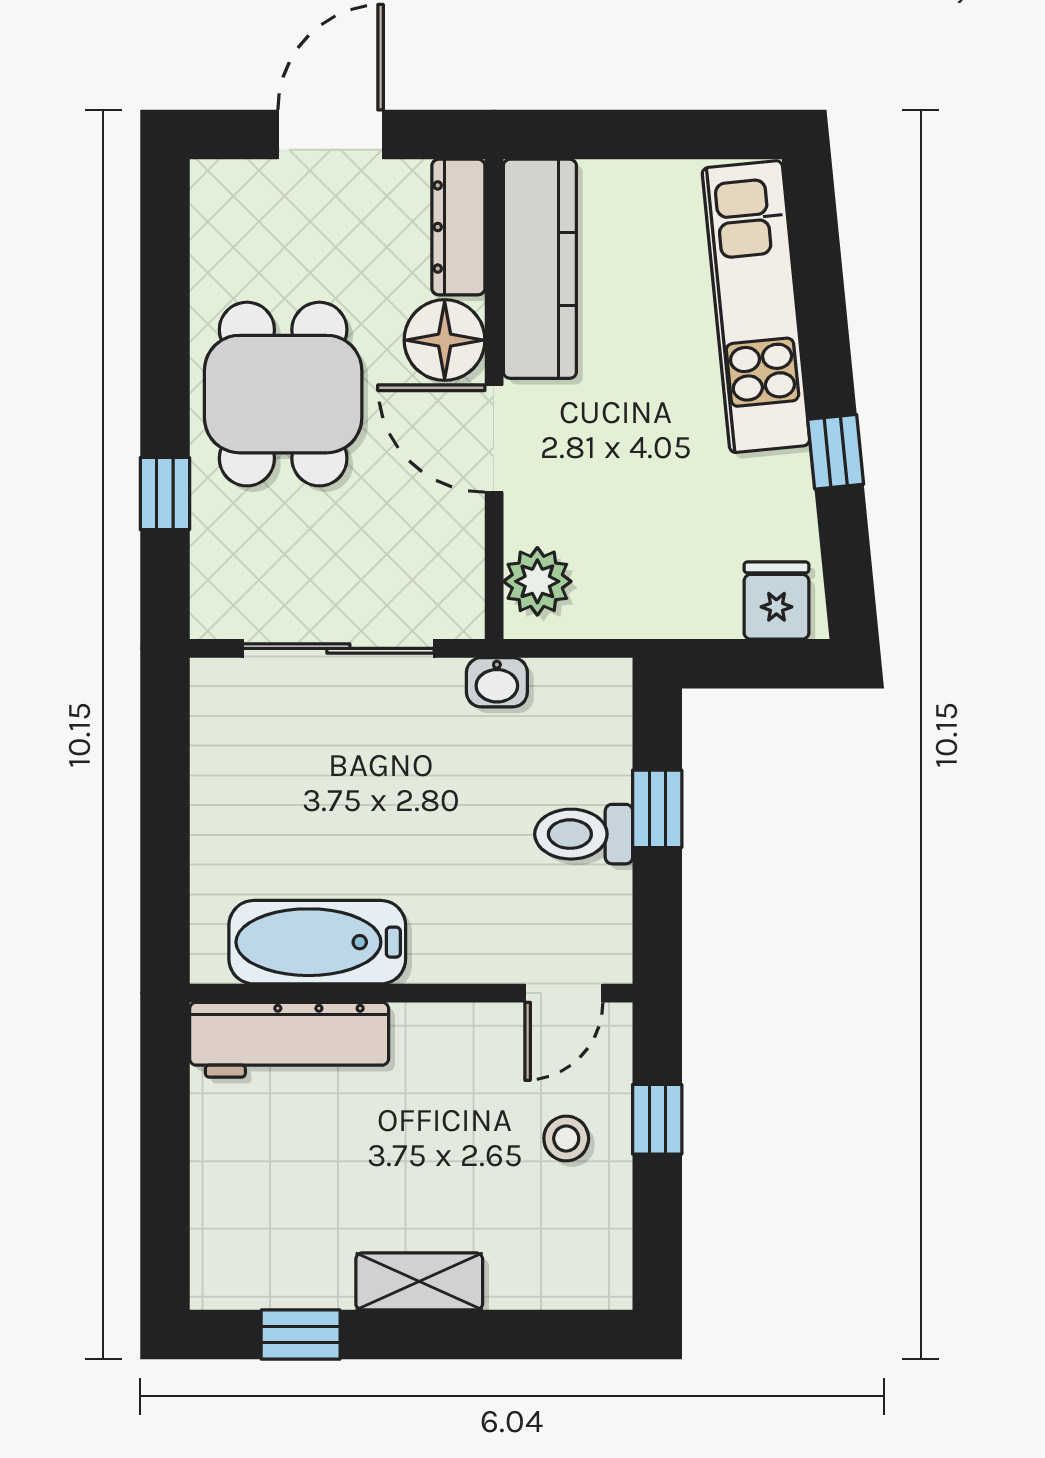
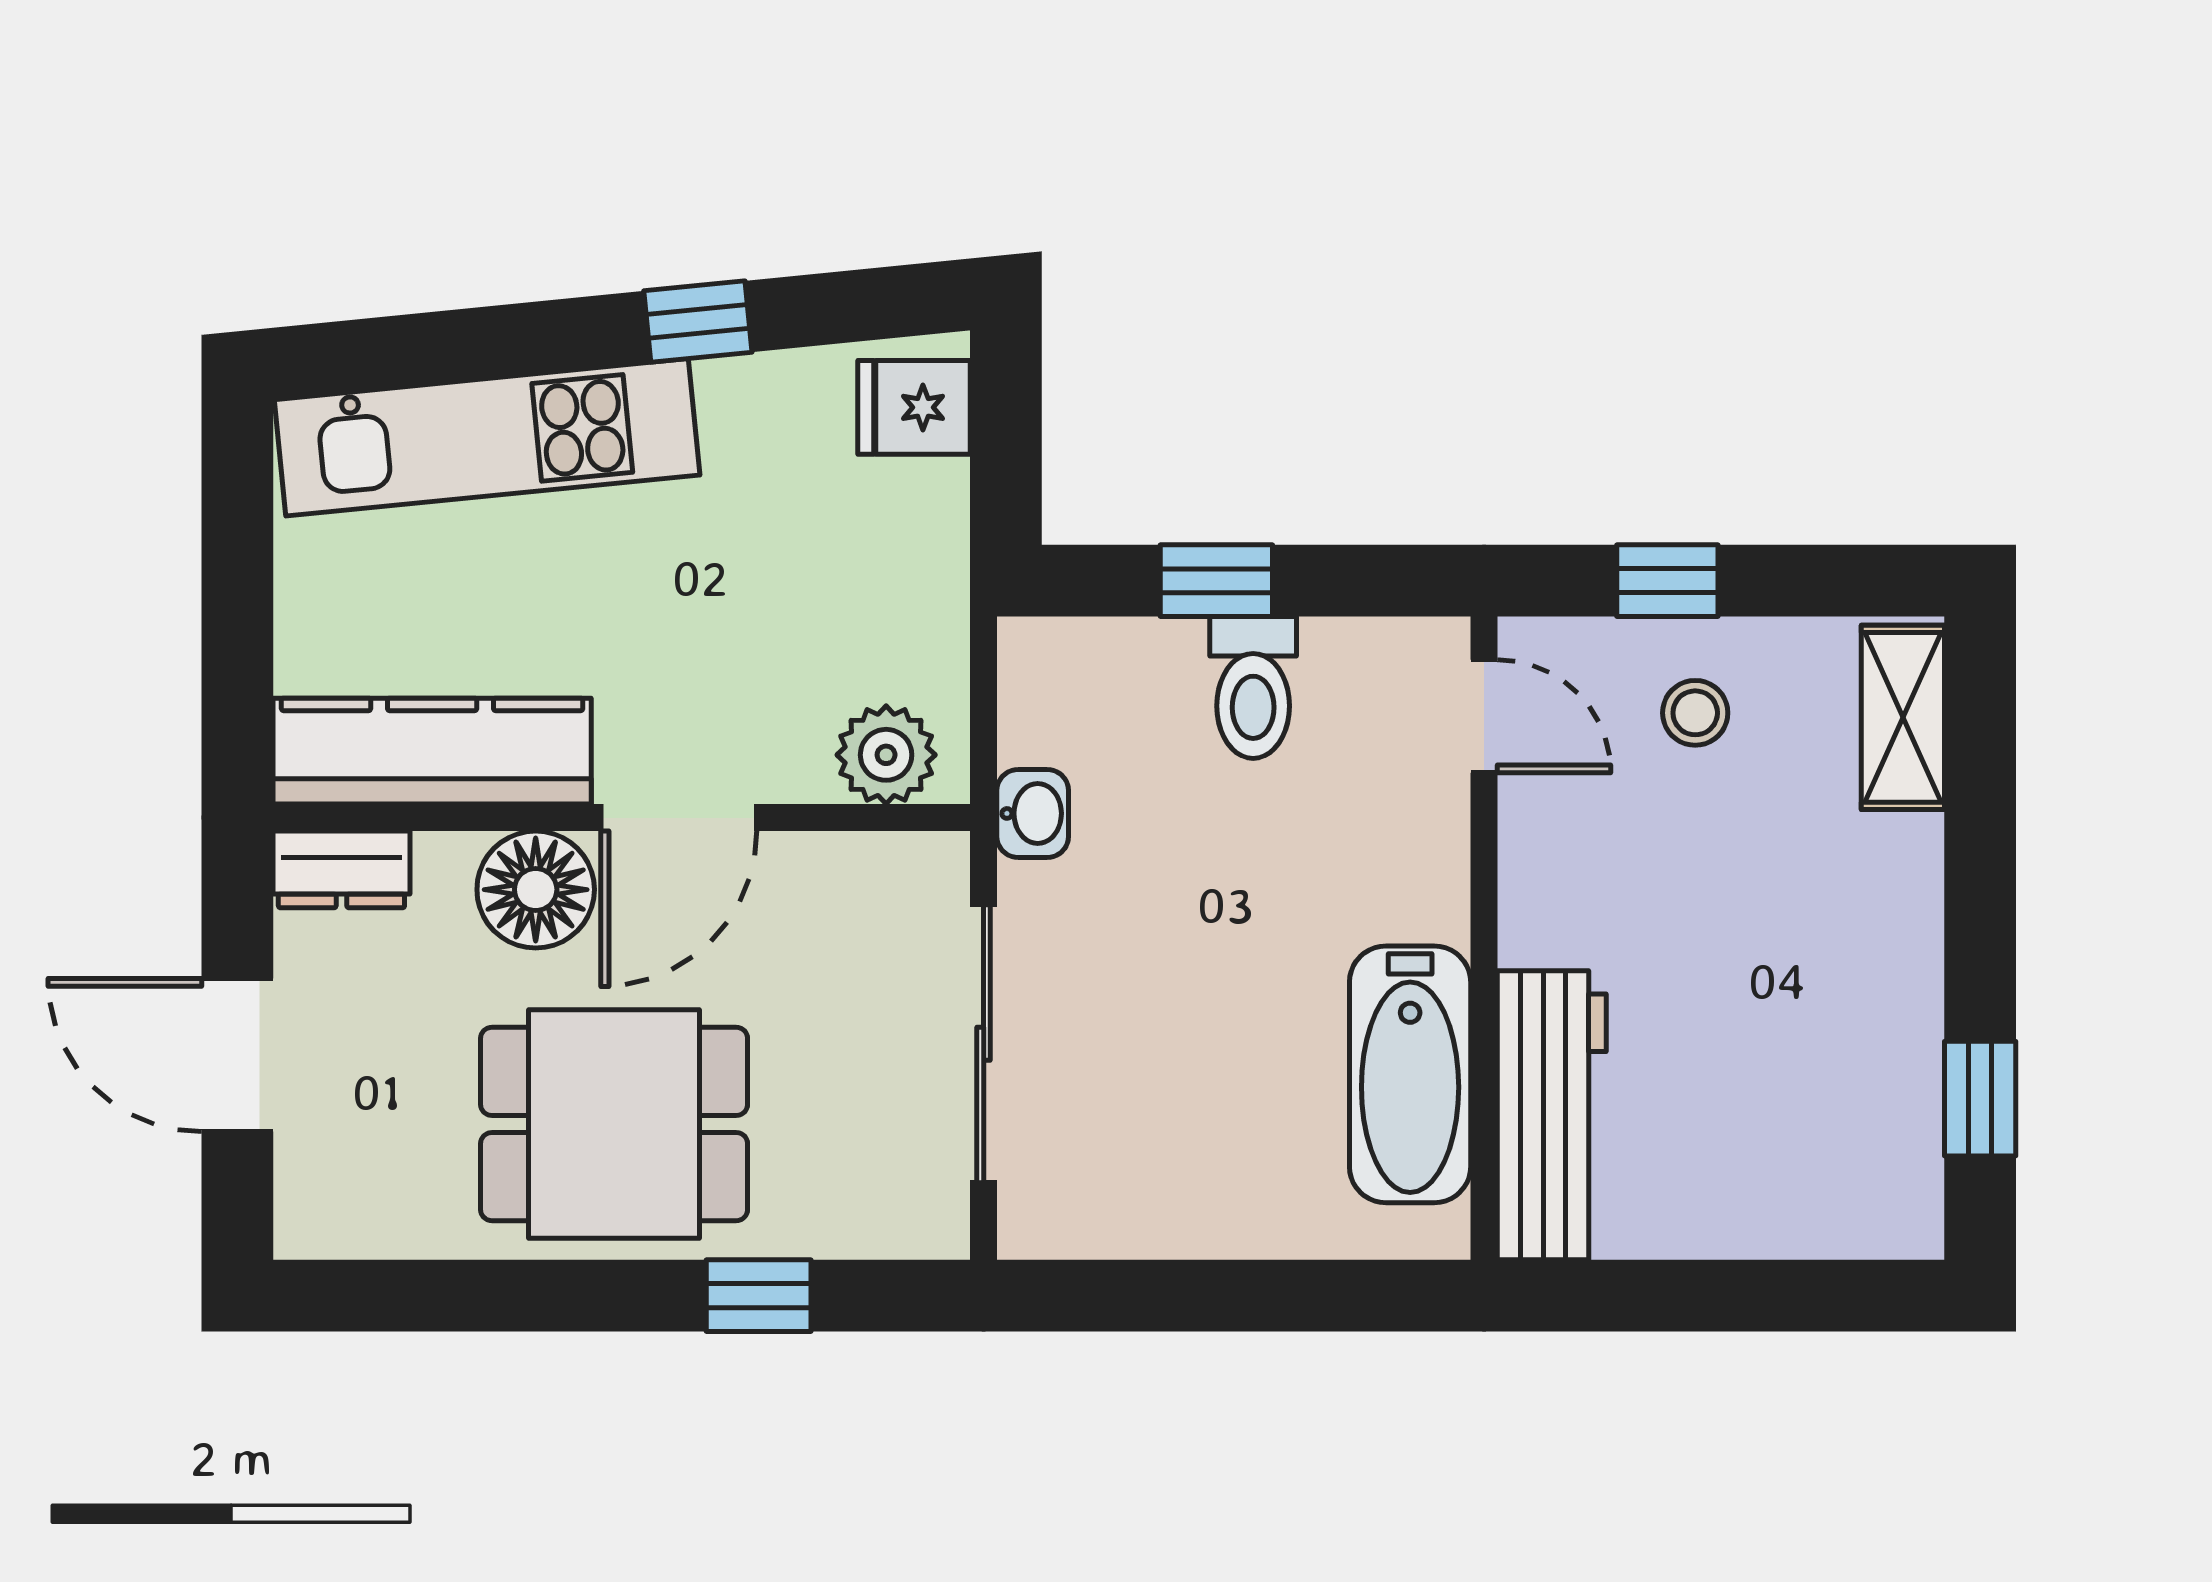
dresser: (458, 227) -> (341, 869), width x0.70
shelving: (419, 1281) -> (1903, 717), moved

